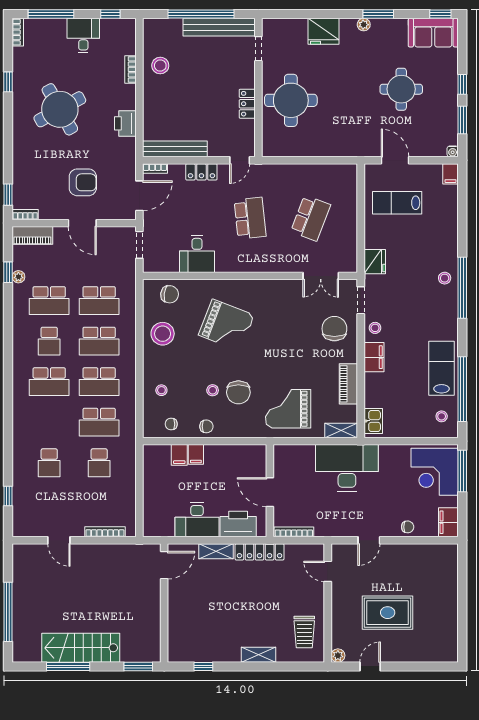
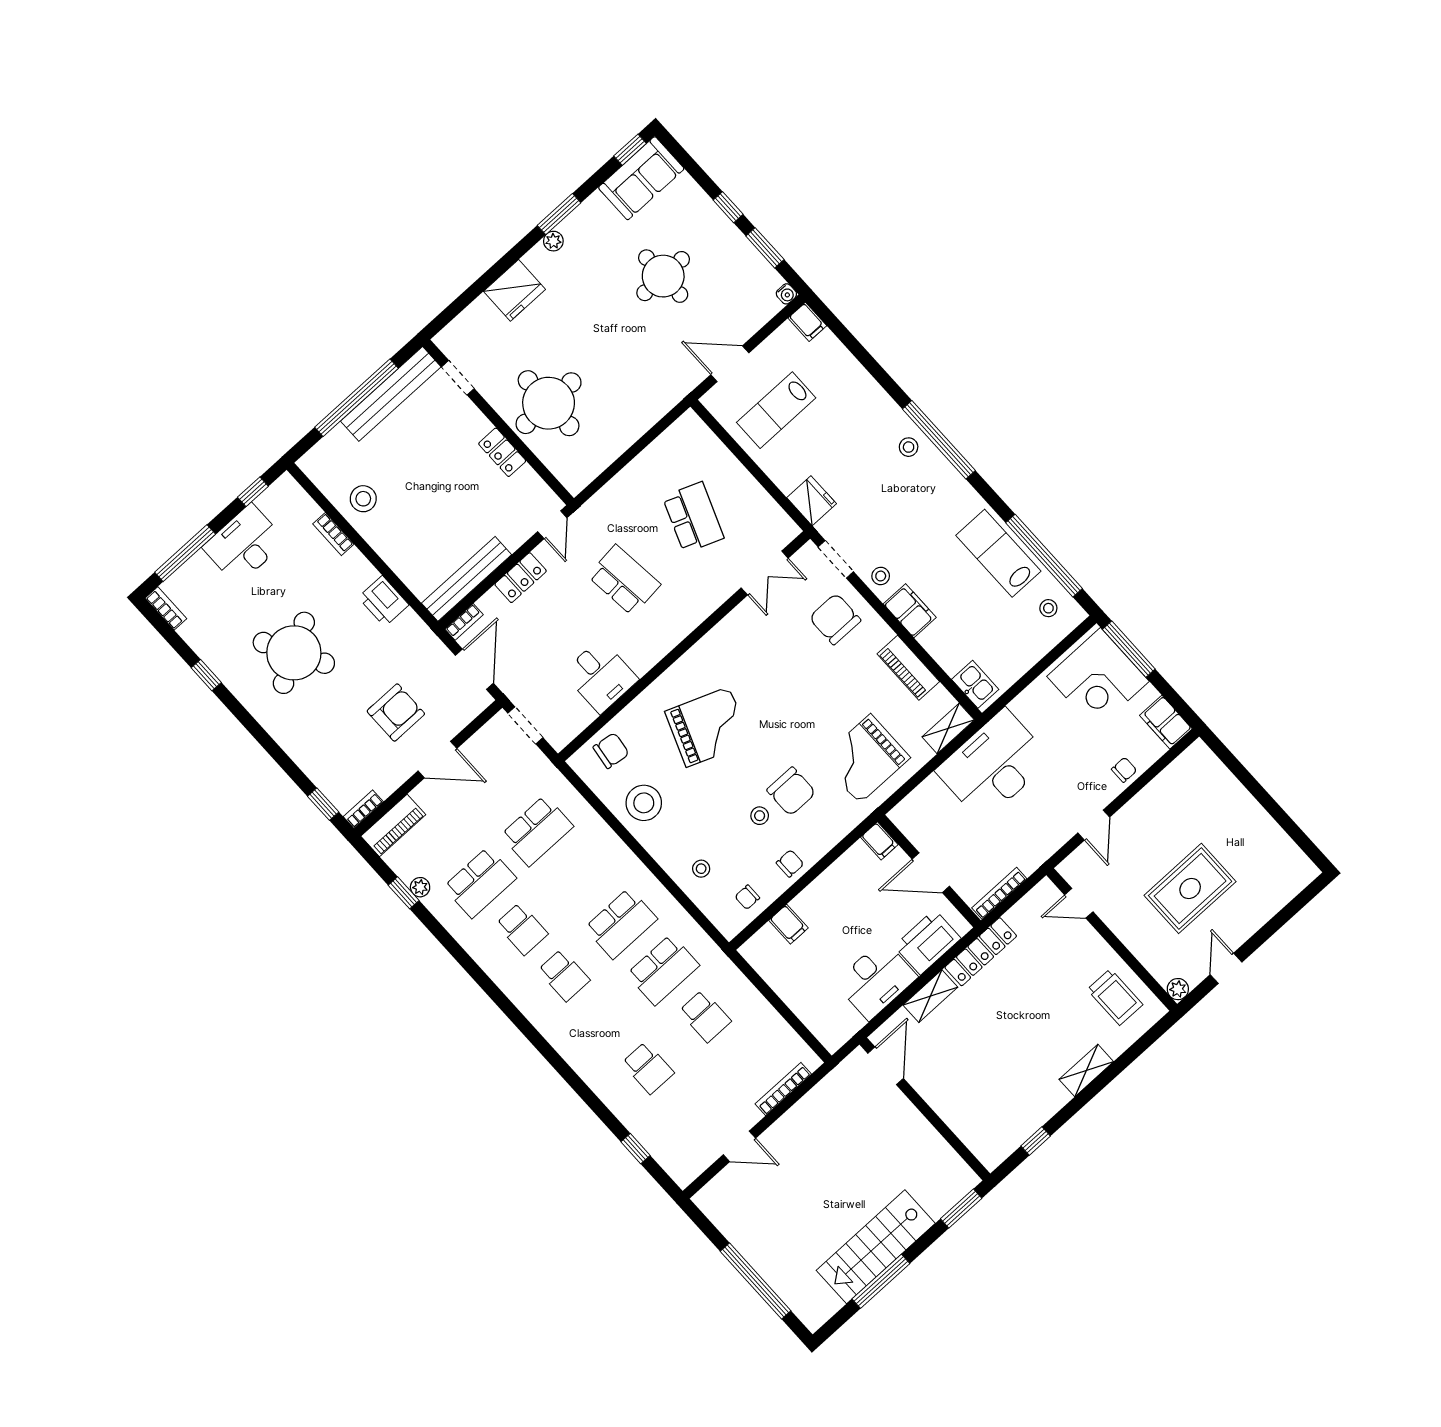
desk: (83, 36) -> (244, 544), width x1.37
school desk: (99, 341) -> (579, 877), removed
school desk: (49, 382) -> (564, 975), width x0.54
filing cabinet: (196, 454) -> (879, 841), moved

